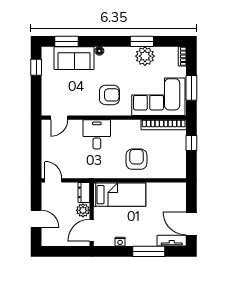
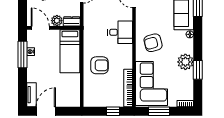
plant: (145, 56) -> (185, 62), moved
armchair: (109, 95) -> (153, 43), turned 75
window: (149, 251) -> (22, 54), moved

